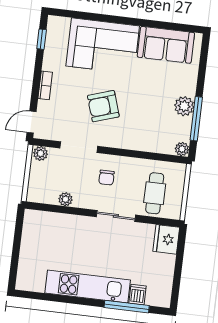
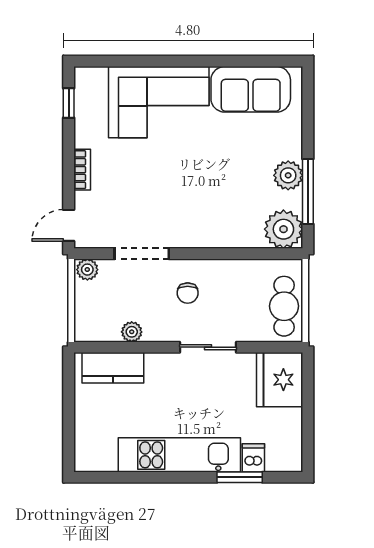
armchair: (103, 106) -> (170, 190), removed
plant: (182, 149) -> (283, 229), width x1.88, depth x1.88
cafe table: (155, 193) -> (284, 306), moved
kitchen counter: (50, 222) -> (113, 368), added
fridge: (166, 239) -> (280, 380), width x1.36, depth x1.34
window: (127, 307) -> (240, 477), width x0.69

